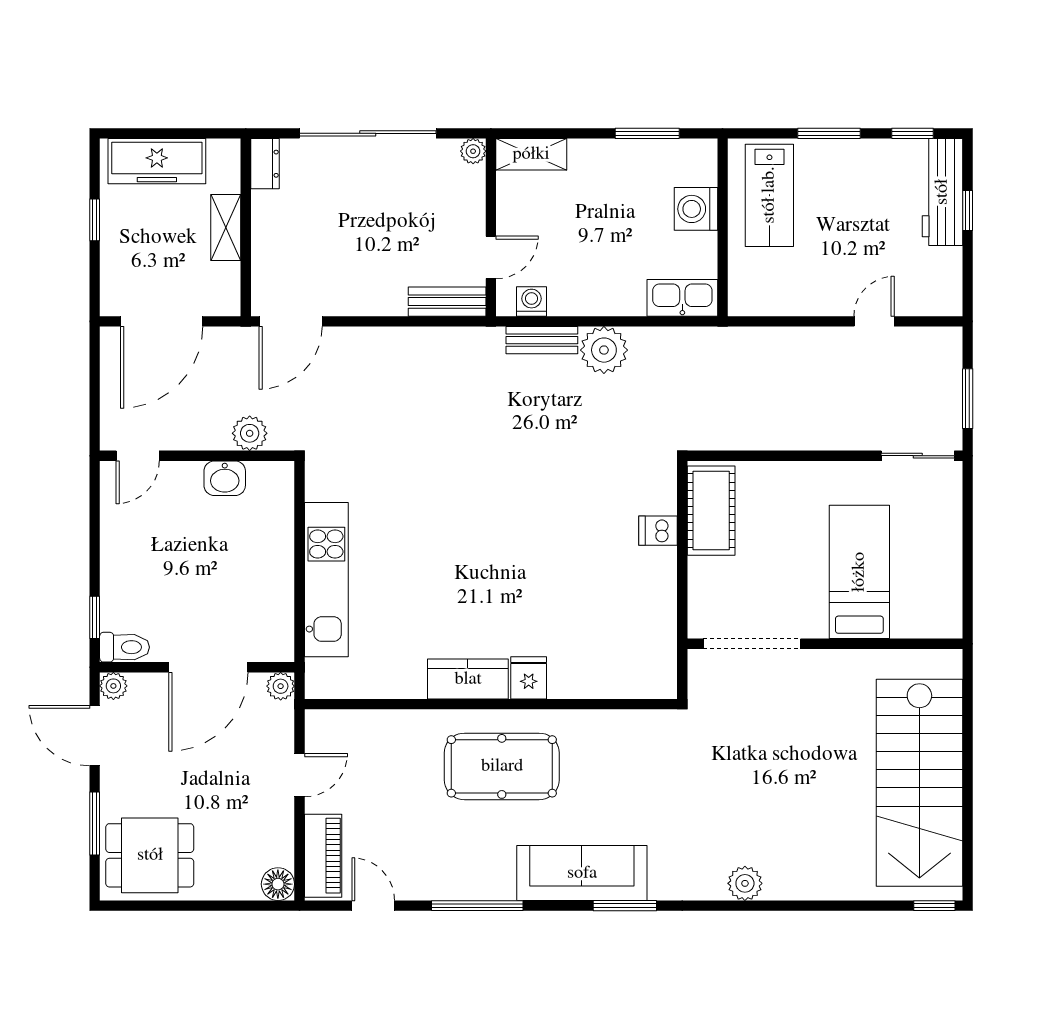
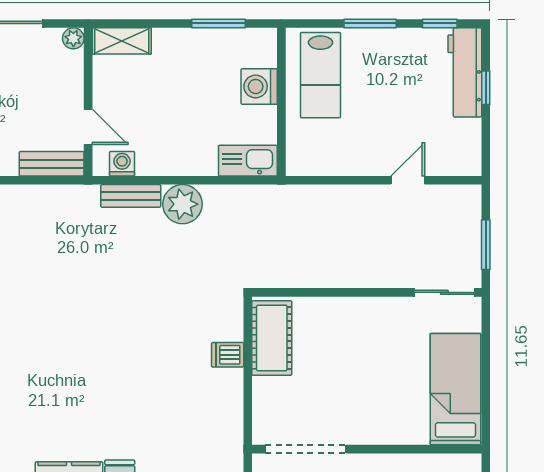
door: (491, 257) -> (88, 127), hinge flipped
bed: (859, 572) -> (456, 389), moved

